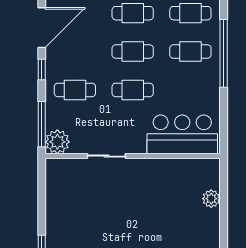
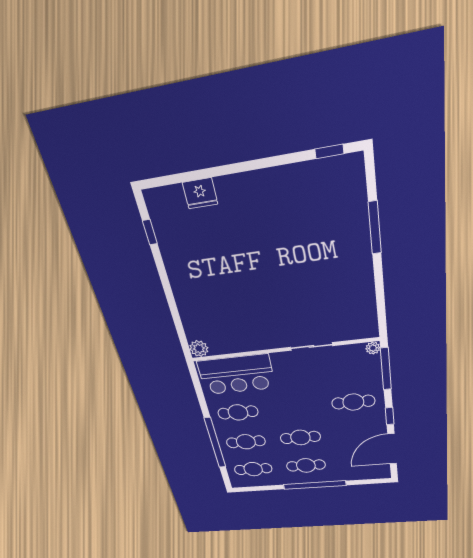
cafe table: (133, 90) -> (238, 412), moved
plant: (57, 142) -> (373, 348), width x0.53, depth x0.53
plant: (211, 199) -> (199, 349), moved

